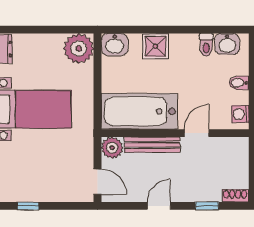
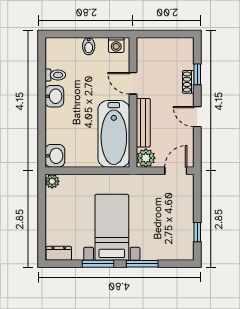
washbasin: (227, 44) -> (54, 96), moved
shower: (156, 46) -> (56, 120), removed
plant: (79, 48) -> (52, 181), width x0.53, depth x0.53
shoe rack: (235, 196) -> (188, 82), moved

